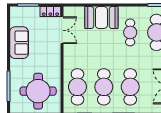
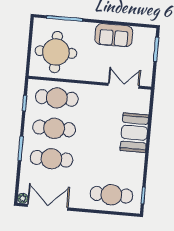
locker: (50, 12) -> (146, 74), removed
double door: (62, 30) -> (124, 86), swing flipped
cafe table: (130, 32) -> (114, 164), removed

